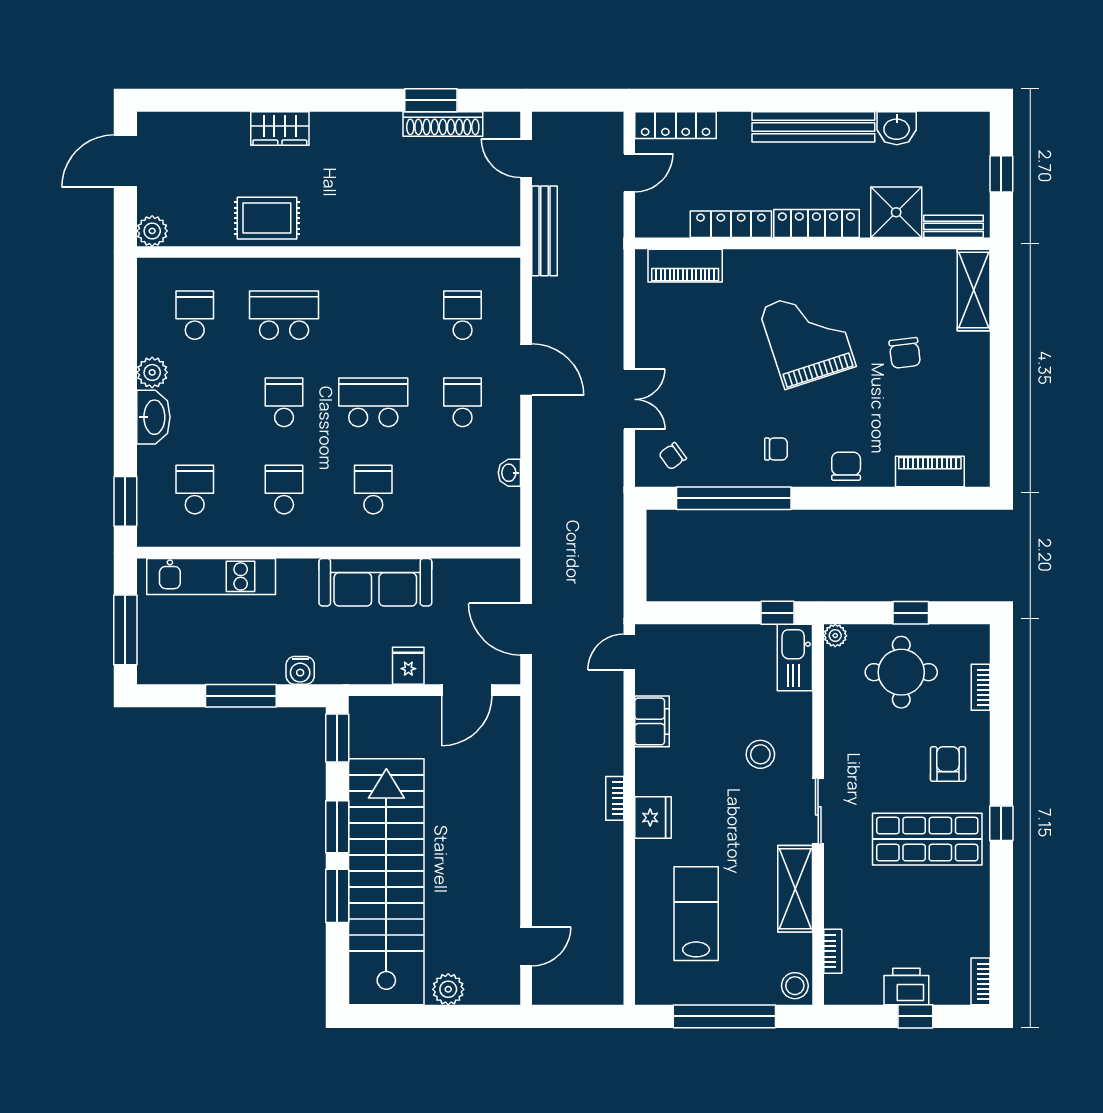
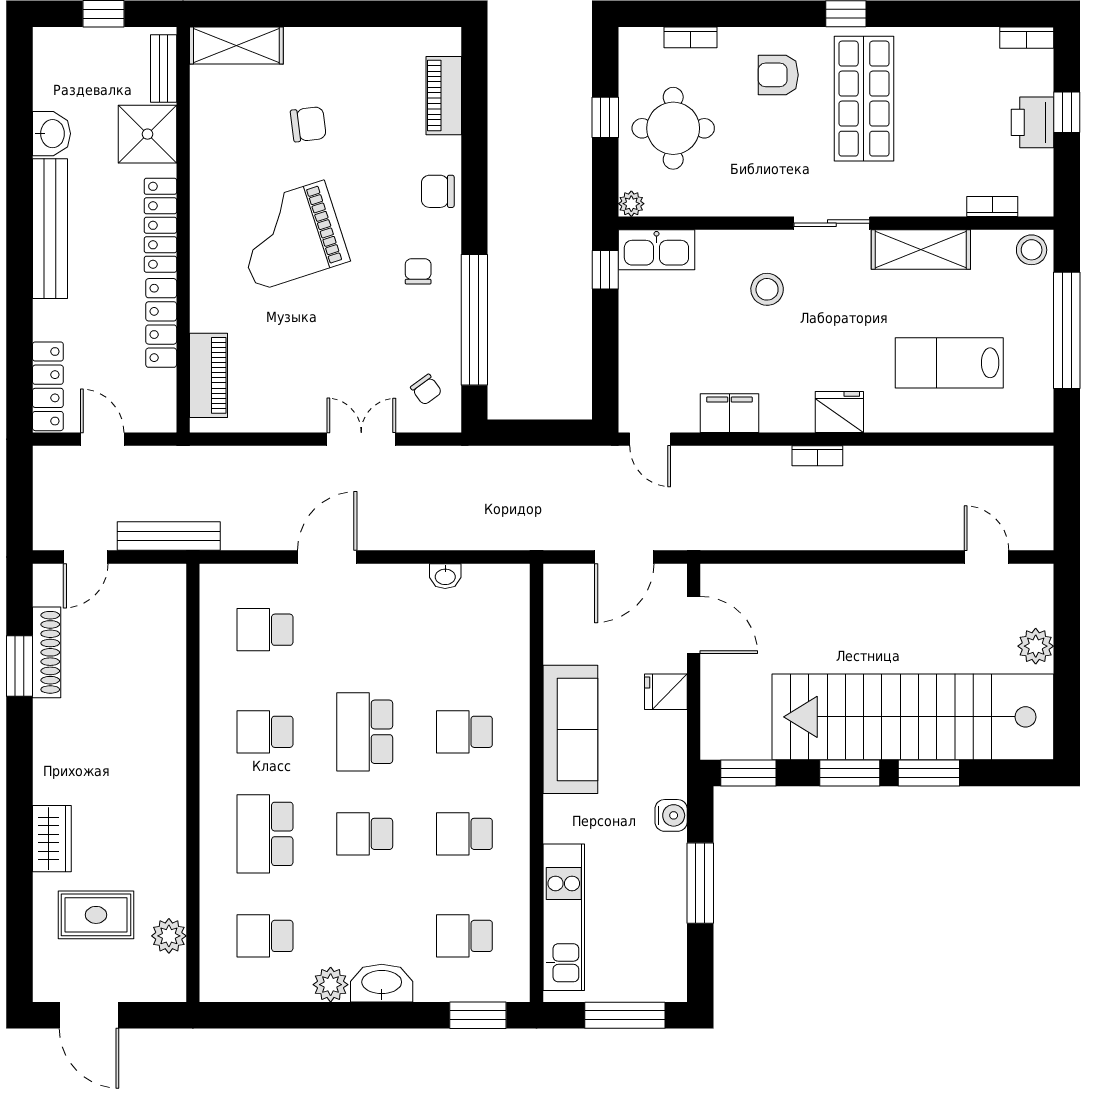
rug: (267, 218) -> (96, 915), moved, turned 90
plant: (152, 231) -> (169, 936), moved
school desk: (463, 402) -> (265, 732), moved

